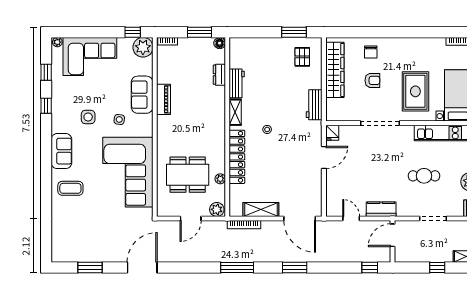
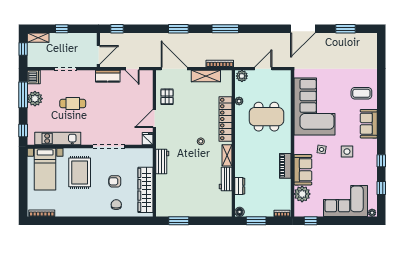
plant: (143, 47) -> (302, 194), moved
pallet: (302, 57) -> (167, 97), moved
dining table: (188, 175) -> (266, 117), moved

